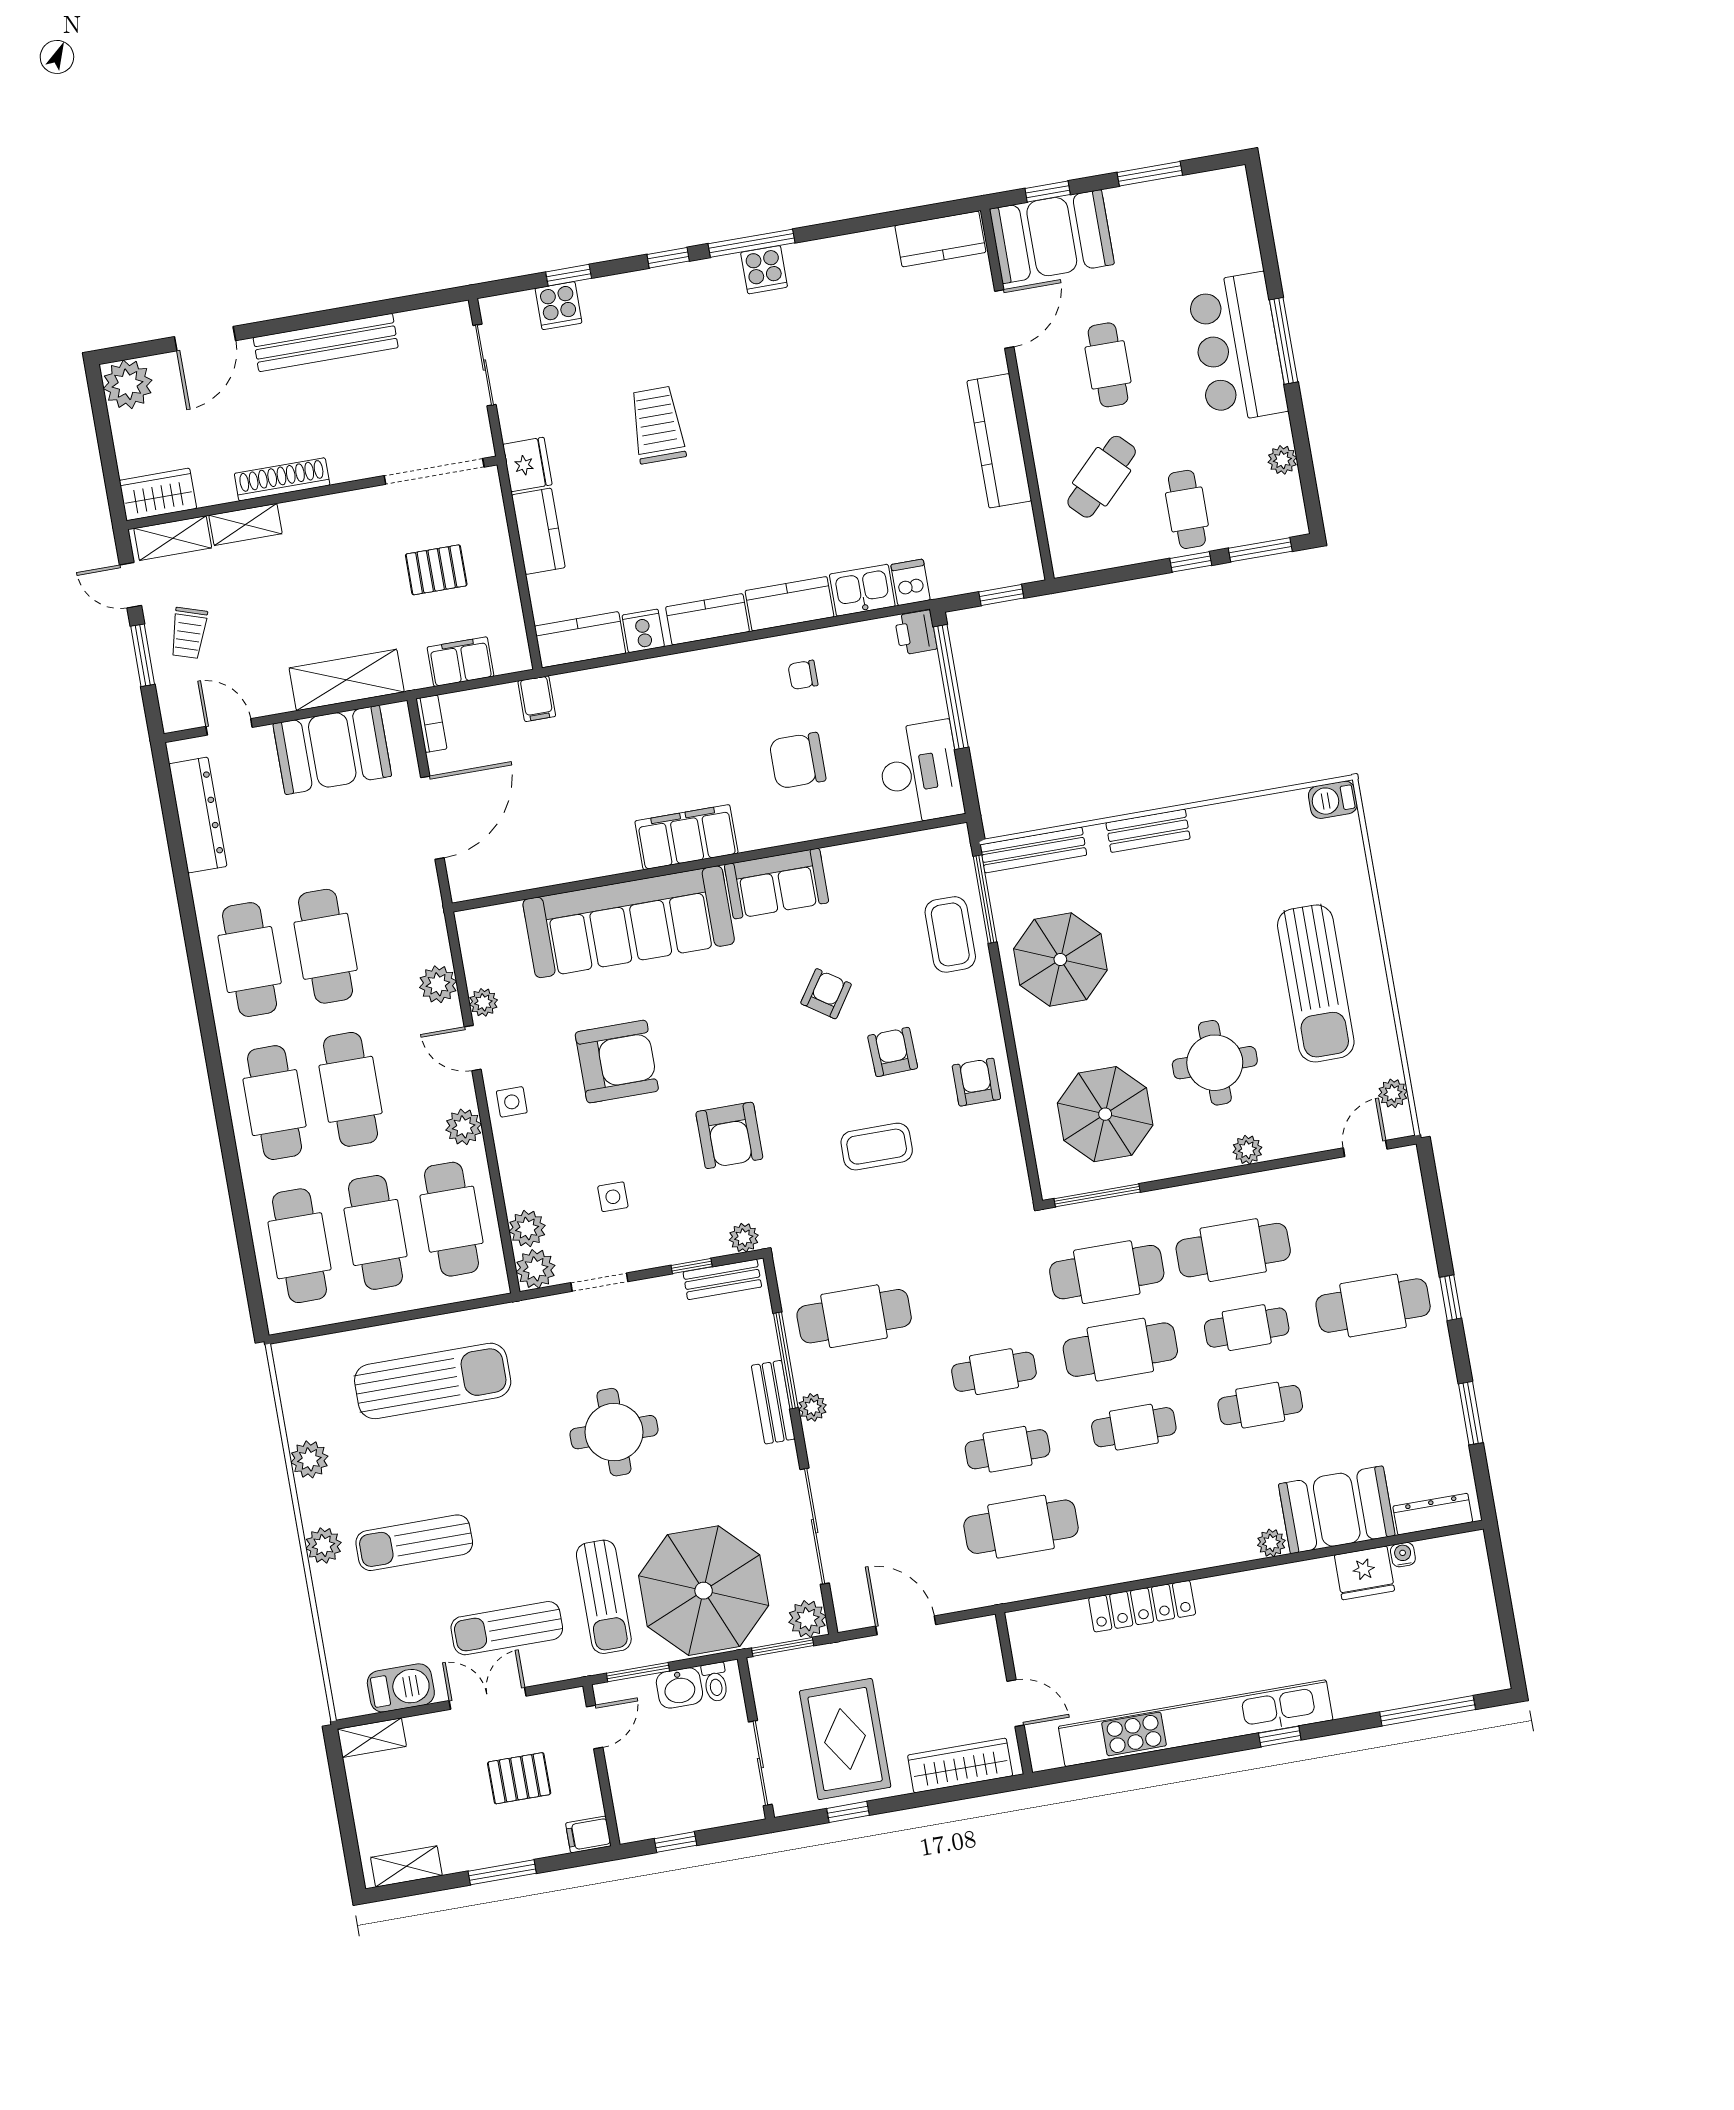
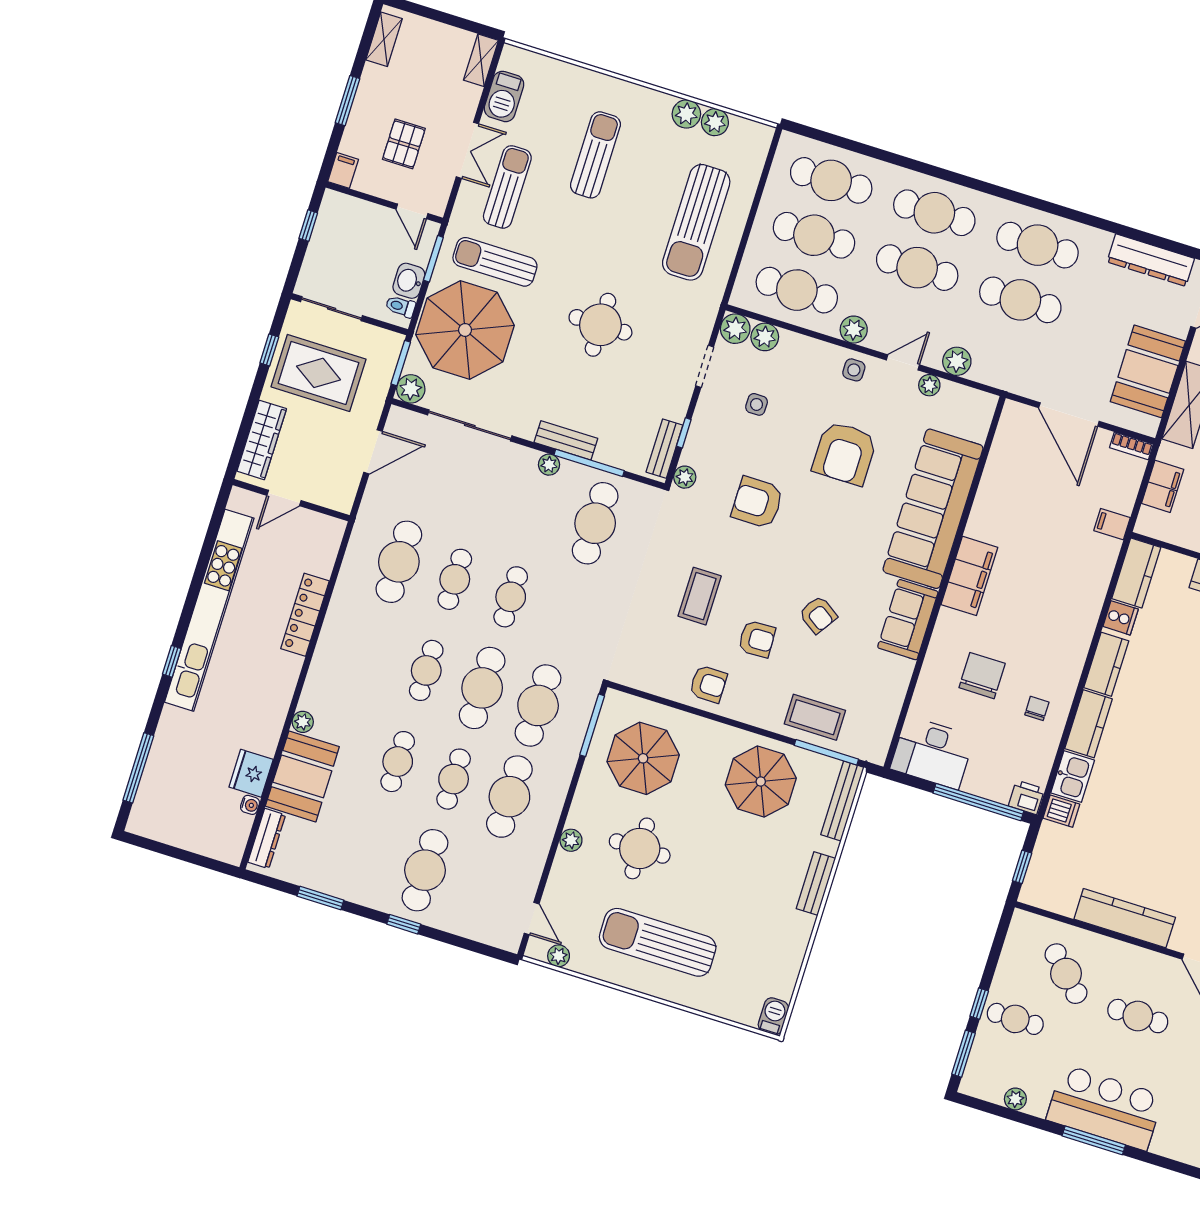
plant: (323, 1545) -> (715, 122), moved

